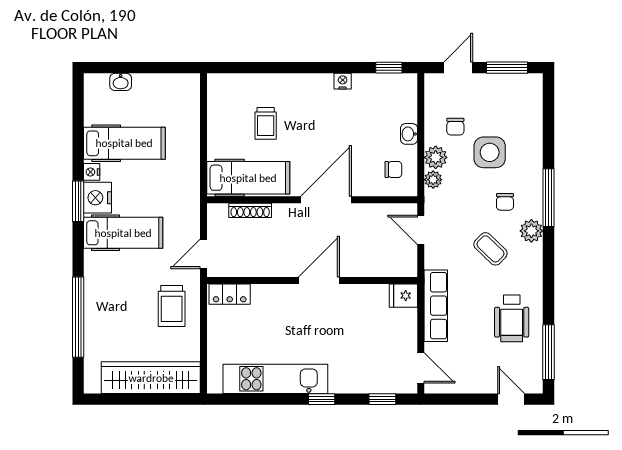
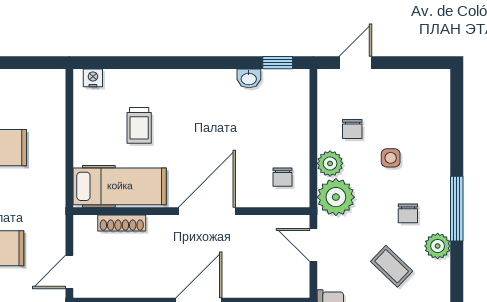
window: (507, 68) -> (410, 63), removed
nightstand: (343, 81) -> (93, 78), moved
washbasin: (409, 134) -> (249, 78), moved, turned -90
side table: (490, 152) -> (391, 158), width x0.54, depth x0.54
chair: (393, 169) -> (283, 177), turned 90
plant: (433, 180) -> (336, 197), width x1.87, depth x1.87

